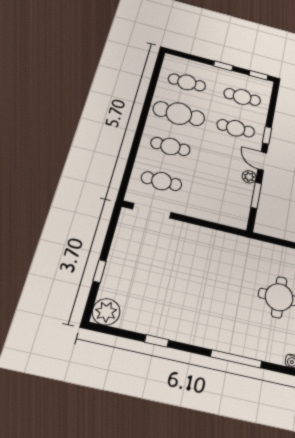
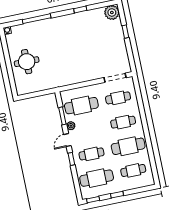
cafe table: (242, 97) -> (97, 178), width x1.37, depth x1.35
door: (262, 161) -> (67, 140), swing flipped
cafe table: (222, 196) -> (81, 106), added

